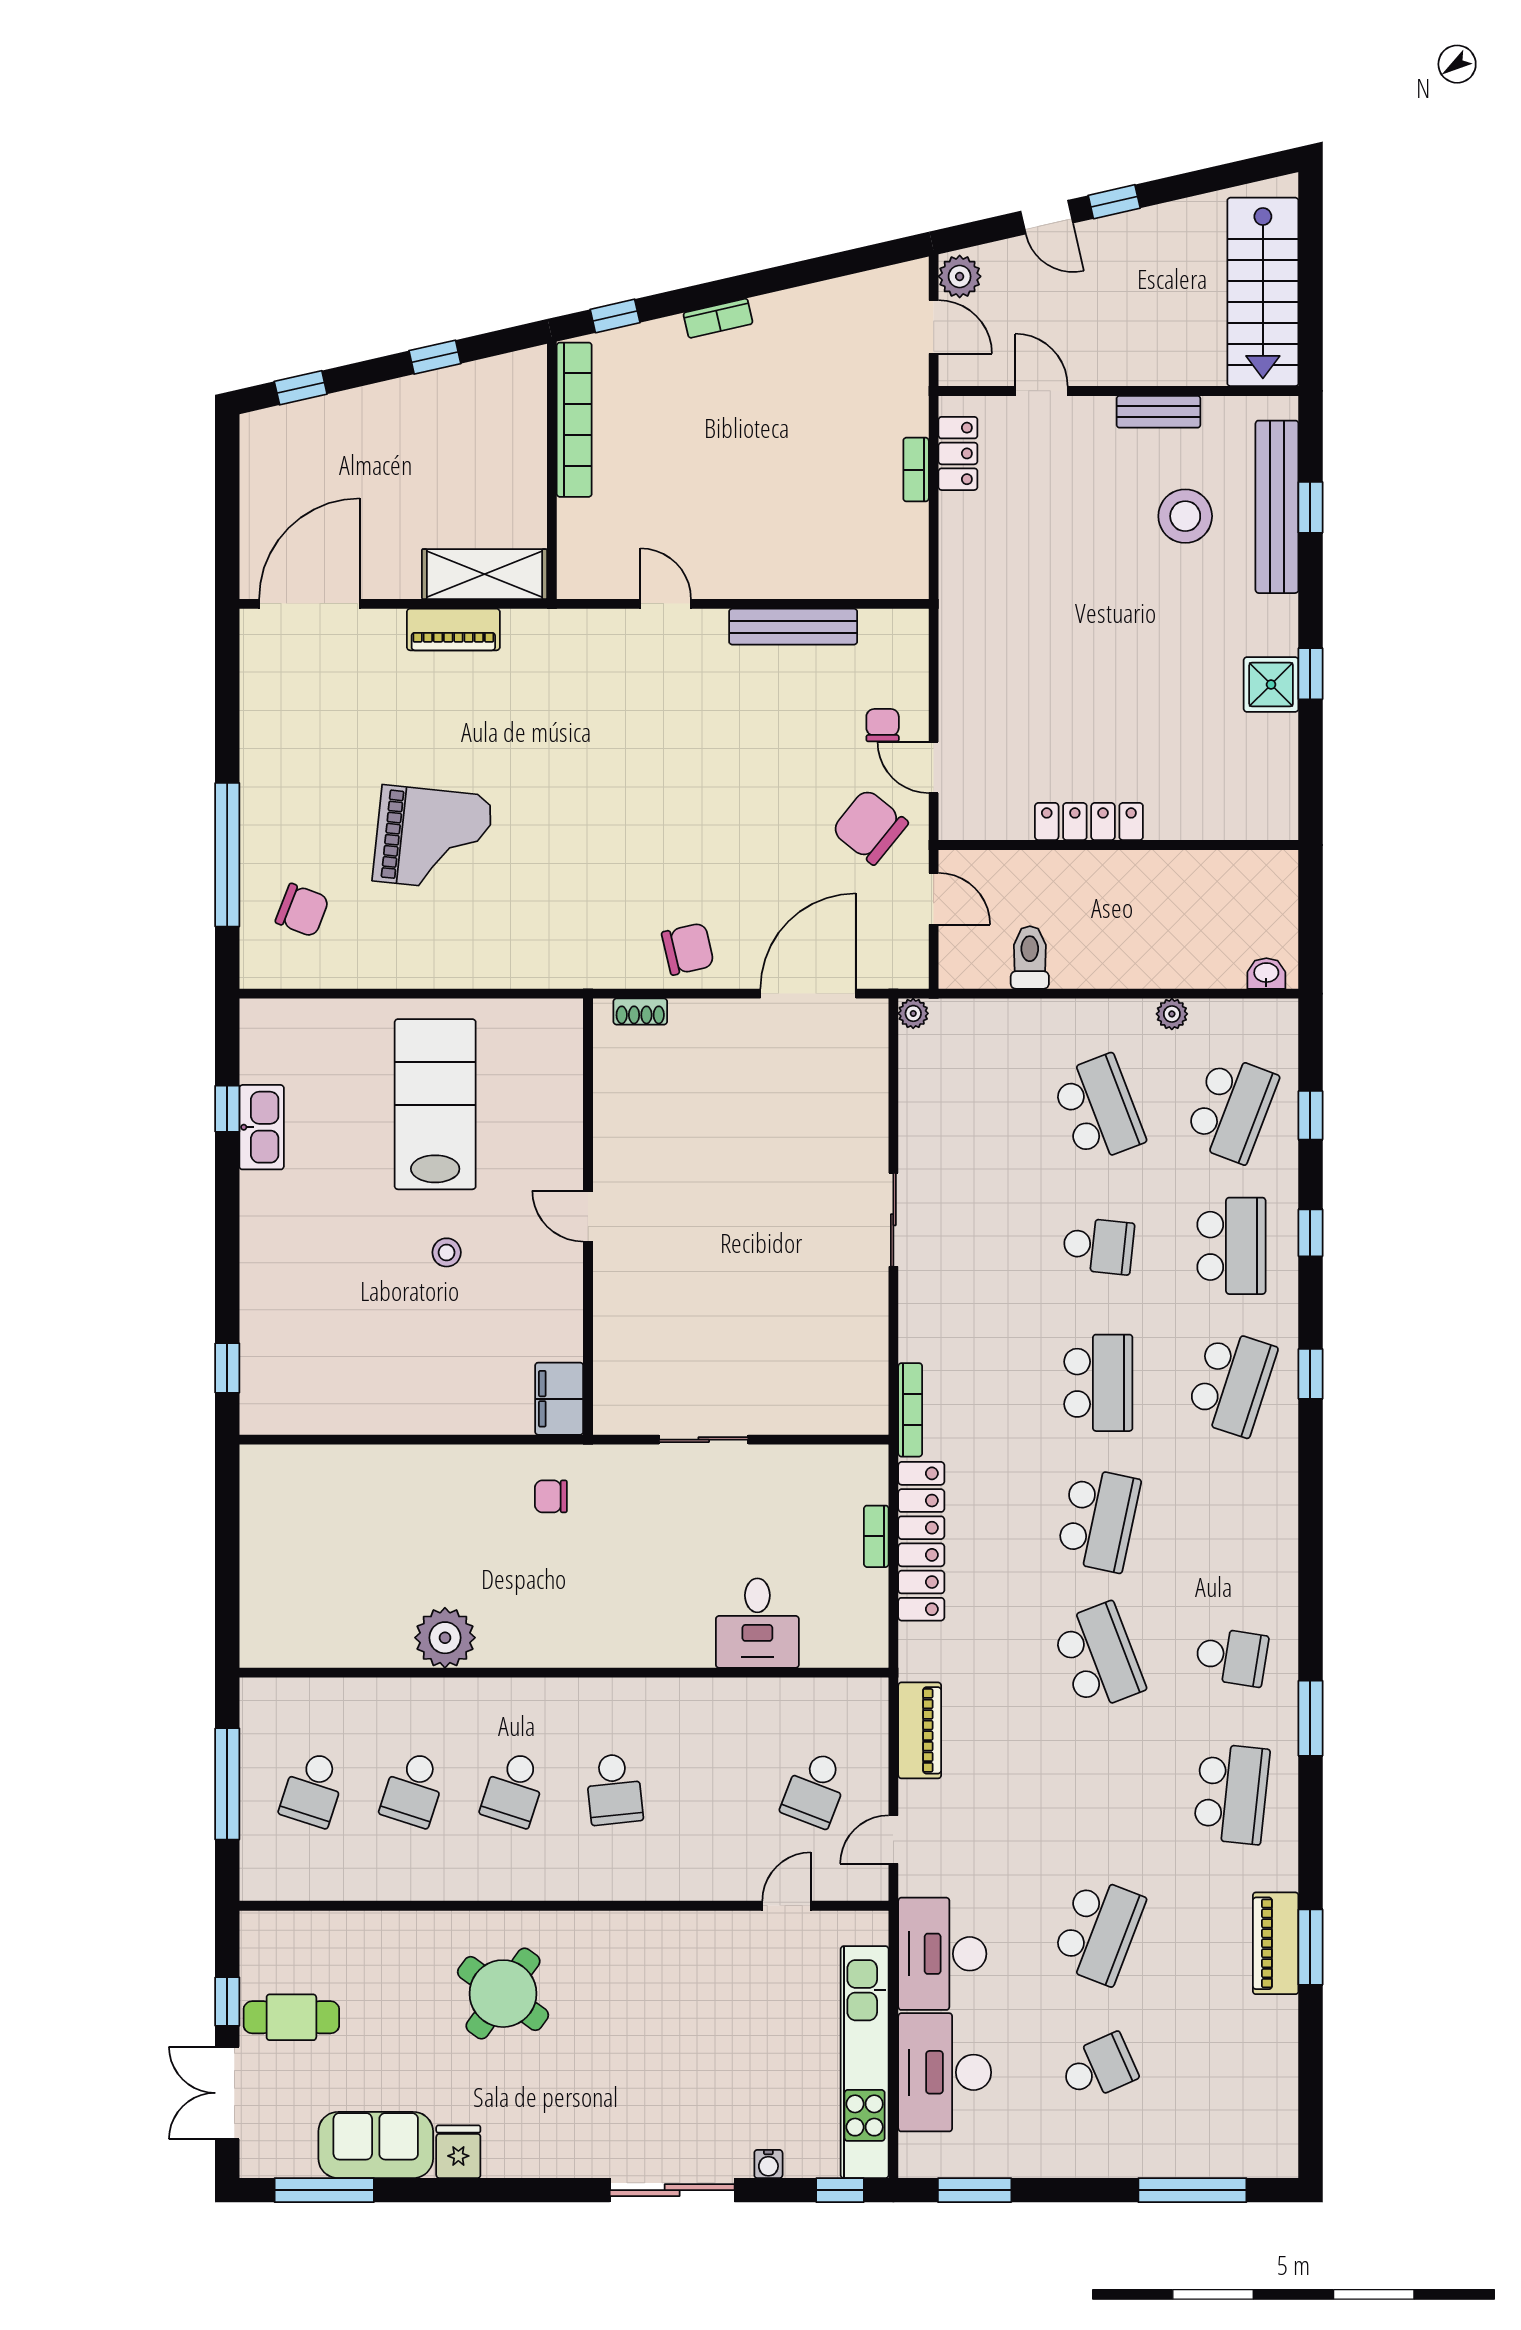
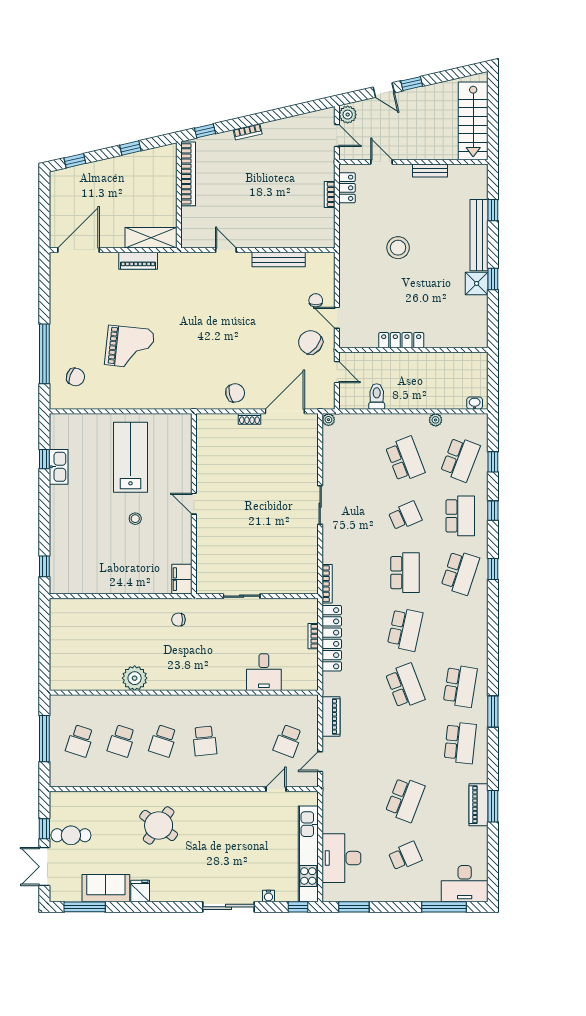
bench: (1277, 507) -> (479, 235), moved
stool: (1185, 516) -> (398, 248), moved
shoe rack: (640, 1012) -> (249, 419), moved
school desk: (1098, 1246) -> (405, 516), turned -30
school desk: (1231, 1657) -> (460, 686), width x1.85
desk: (942, 1954) -> (465, 884), moved, turned -90

